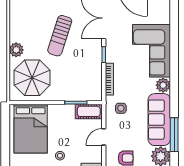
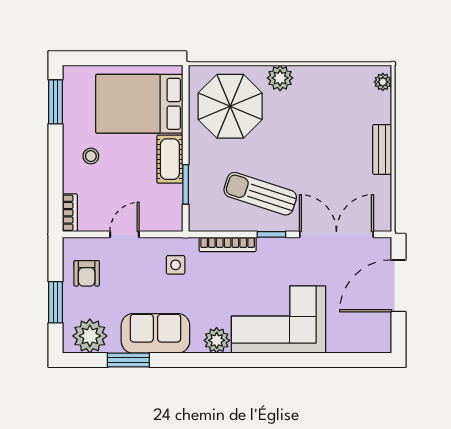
sun lounger: (60, 36) -> (260, 194), moved
cot: (89, 111) -> (170, 159), moved
sofa: (159, 120) -> (155, 333), width x0.73
window: (174, 135) -> (128, 360), width x0.69
door: (104, 137) -> (125, 234), hinge flipped

